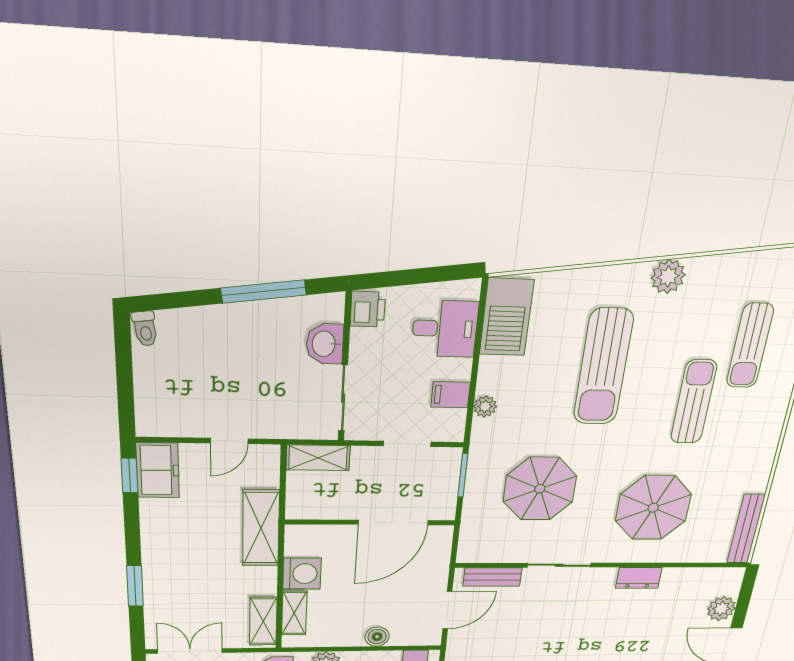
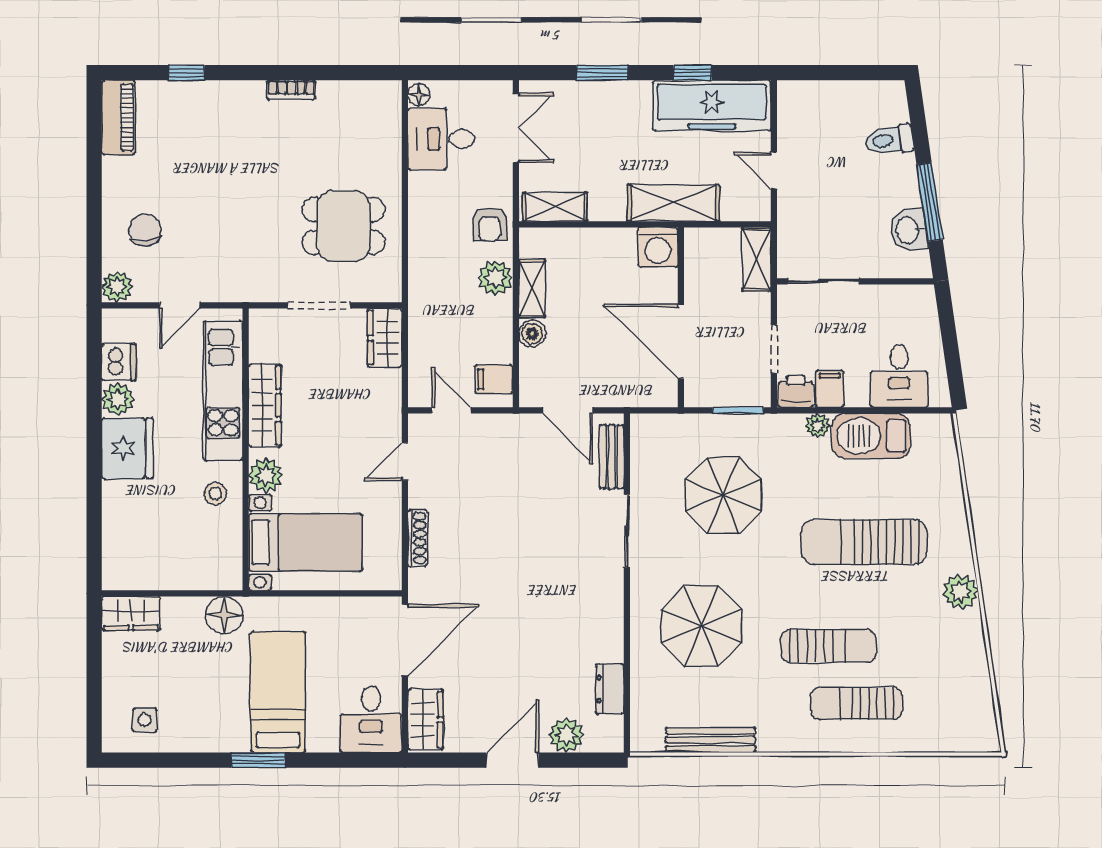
printer: (368, 309) -> (796, 392), moved, turned 180
barbecue: (506, 317) -> (871, 436), moved
toilet: (145, 329) -> (889, 140), moved, width x1.37, depth x1.39
washbasin: (325, 344) -> (909, 230), moved, turned -98
sun lounger: (750, 346) -> (856, 703), moved
freezer: (158, 470) -> (712, 106), width x1.91, depth x1.26
window: (129, 475) -> (692, 73), moved
bench: (746, 529) -> (711, 740), moved
washing machine: (302, 574) -> (658, 247), moved
dresser: (639, 578) -> (610, 689), moved
shelving: (294, 613) -> (532, 289), moved, turned 90

